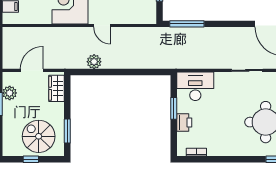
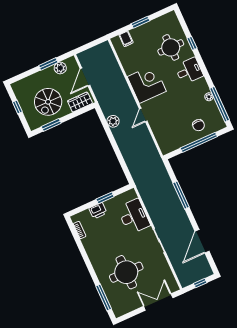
window: (187, 24) -> (181, 195), moved
door: (32, 70) -> (85, 77), swing flipped
desk: (195, 86) -> (134, 217), moved
spiral stairs: (39, 136) -> (48, 102), moved, turned 180

